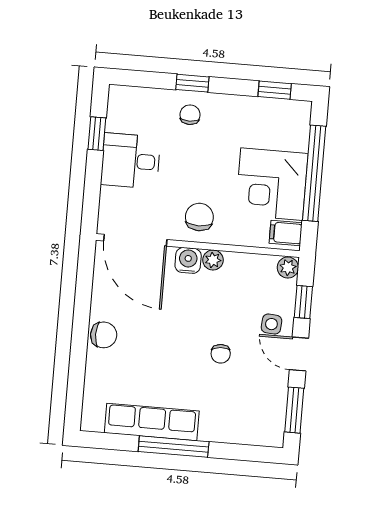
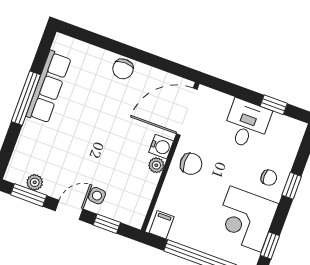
corner desk: (272, 184) -> (246, 219), moved, turned -90
plant: (288, 268) -> (35, 182), moved
chair: (221, 354) -> (85, 152), removed

